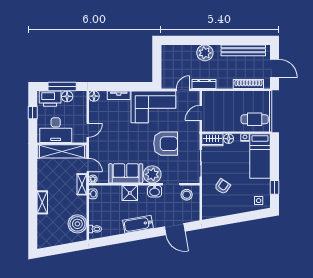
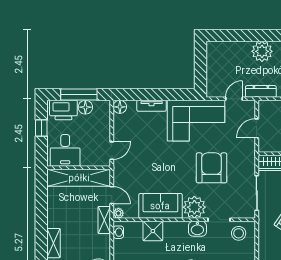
desk: (56, 130) -> (65, 150), width x0.73
armchair: (166, 144) -> (212, 168), turned -90
shower: (130, 193) -> (153, 231), moved

